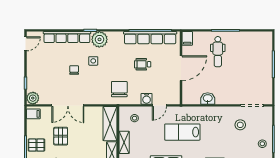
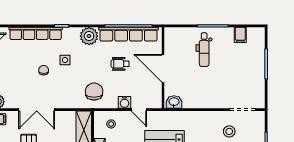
filing cabinet: (187, 38) -> (240, 35), moved
plant: (99, 39) -> (89, 36), moved
door: (181, 68) -> (163, 68), swing flipped
washbasin: (208, 98) -> (174, 102), moved
door: (159, 105) -> (139, 110), hinge flipped

